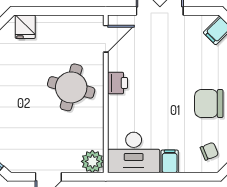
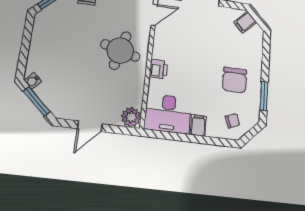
printer: (118, 83) -> (158, 69), moved
chair: (209, 104) -> (235, 80), turned -90

